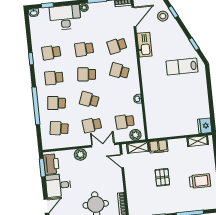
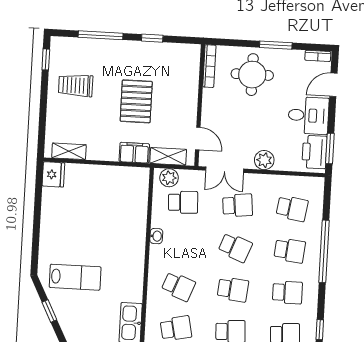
pallet: (162, 177) -> (136, 101), width x1.50, depth x1.42

